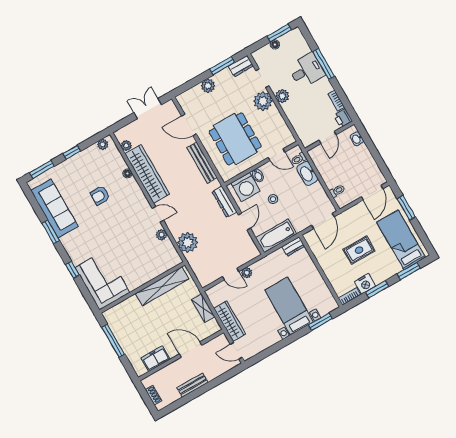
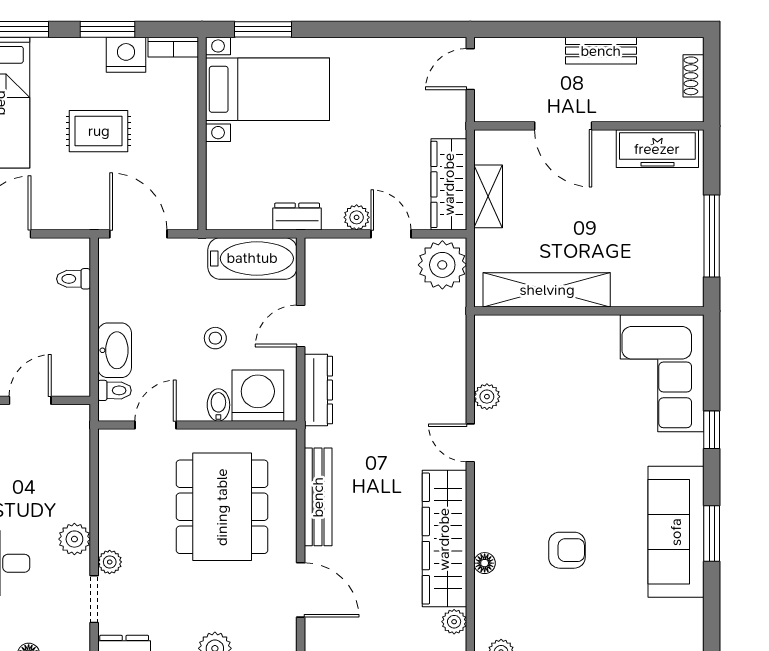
plant: (263, 101) -> (110, 562), width x0.53, depth x0.53
door: (277, 155) -> (155, 425), hinge flipped
sofa: (55, 209) -> (676, 532), moved
door: (323, 221) -> (138, 234), hinge flipped
plant: (188, 242) -> (442, 265), moved
dresser: (293, 246) -> (297, 217), moved
bed with nightstands: (289, 306) -> (267, 89), moved, turned -90
wardrobe: (230, 321) -> (449, 184), moved
door: (236, 351) -> (470, 69), swing flipped
freezer: (156, 359) -> (657, 149), width x1.40

